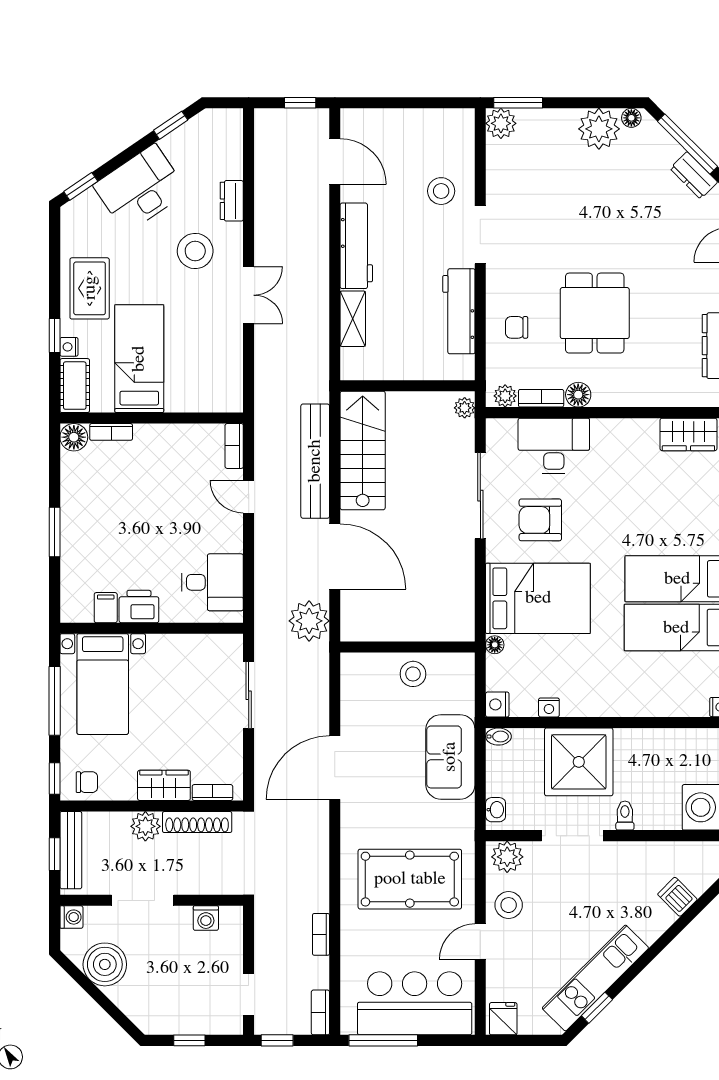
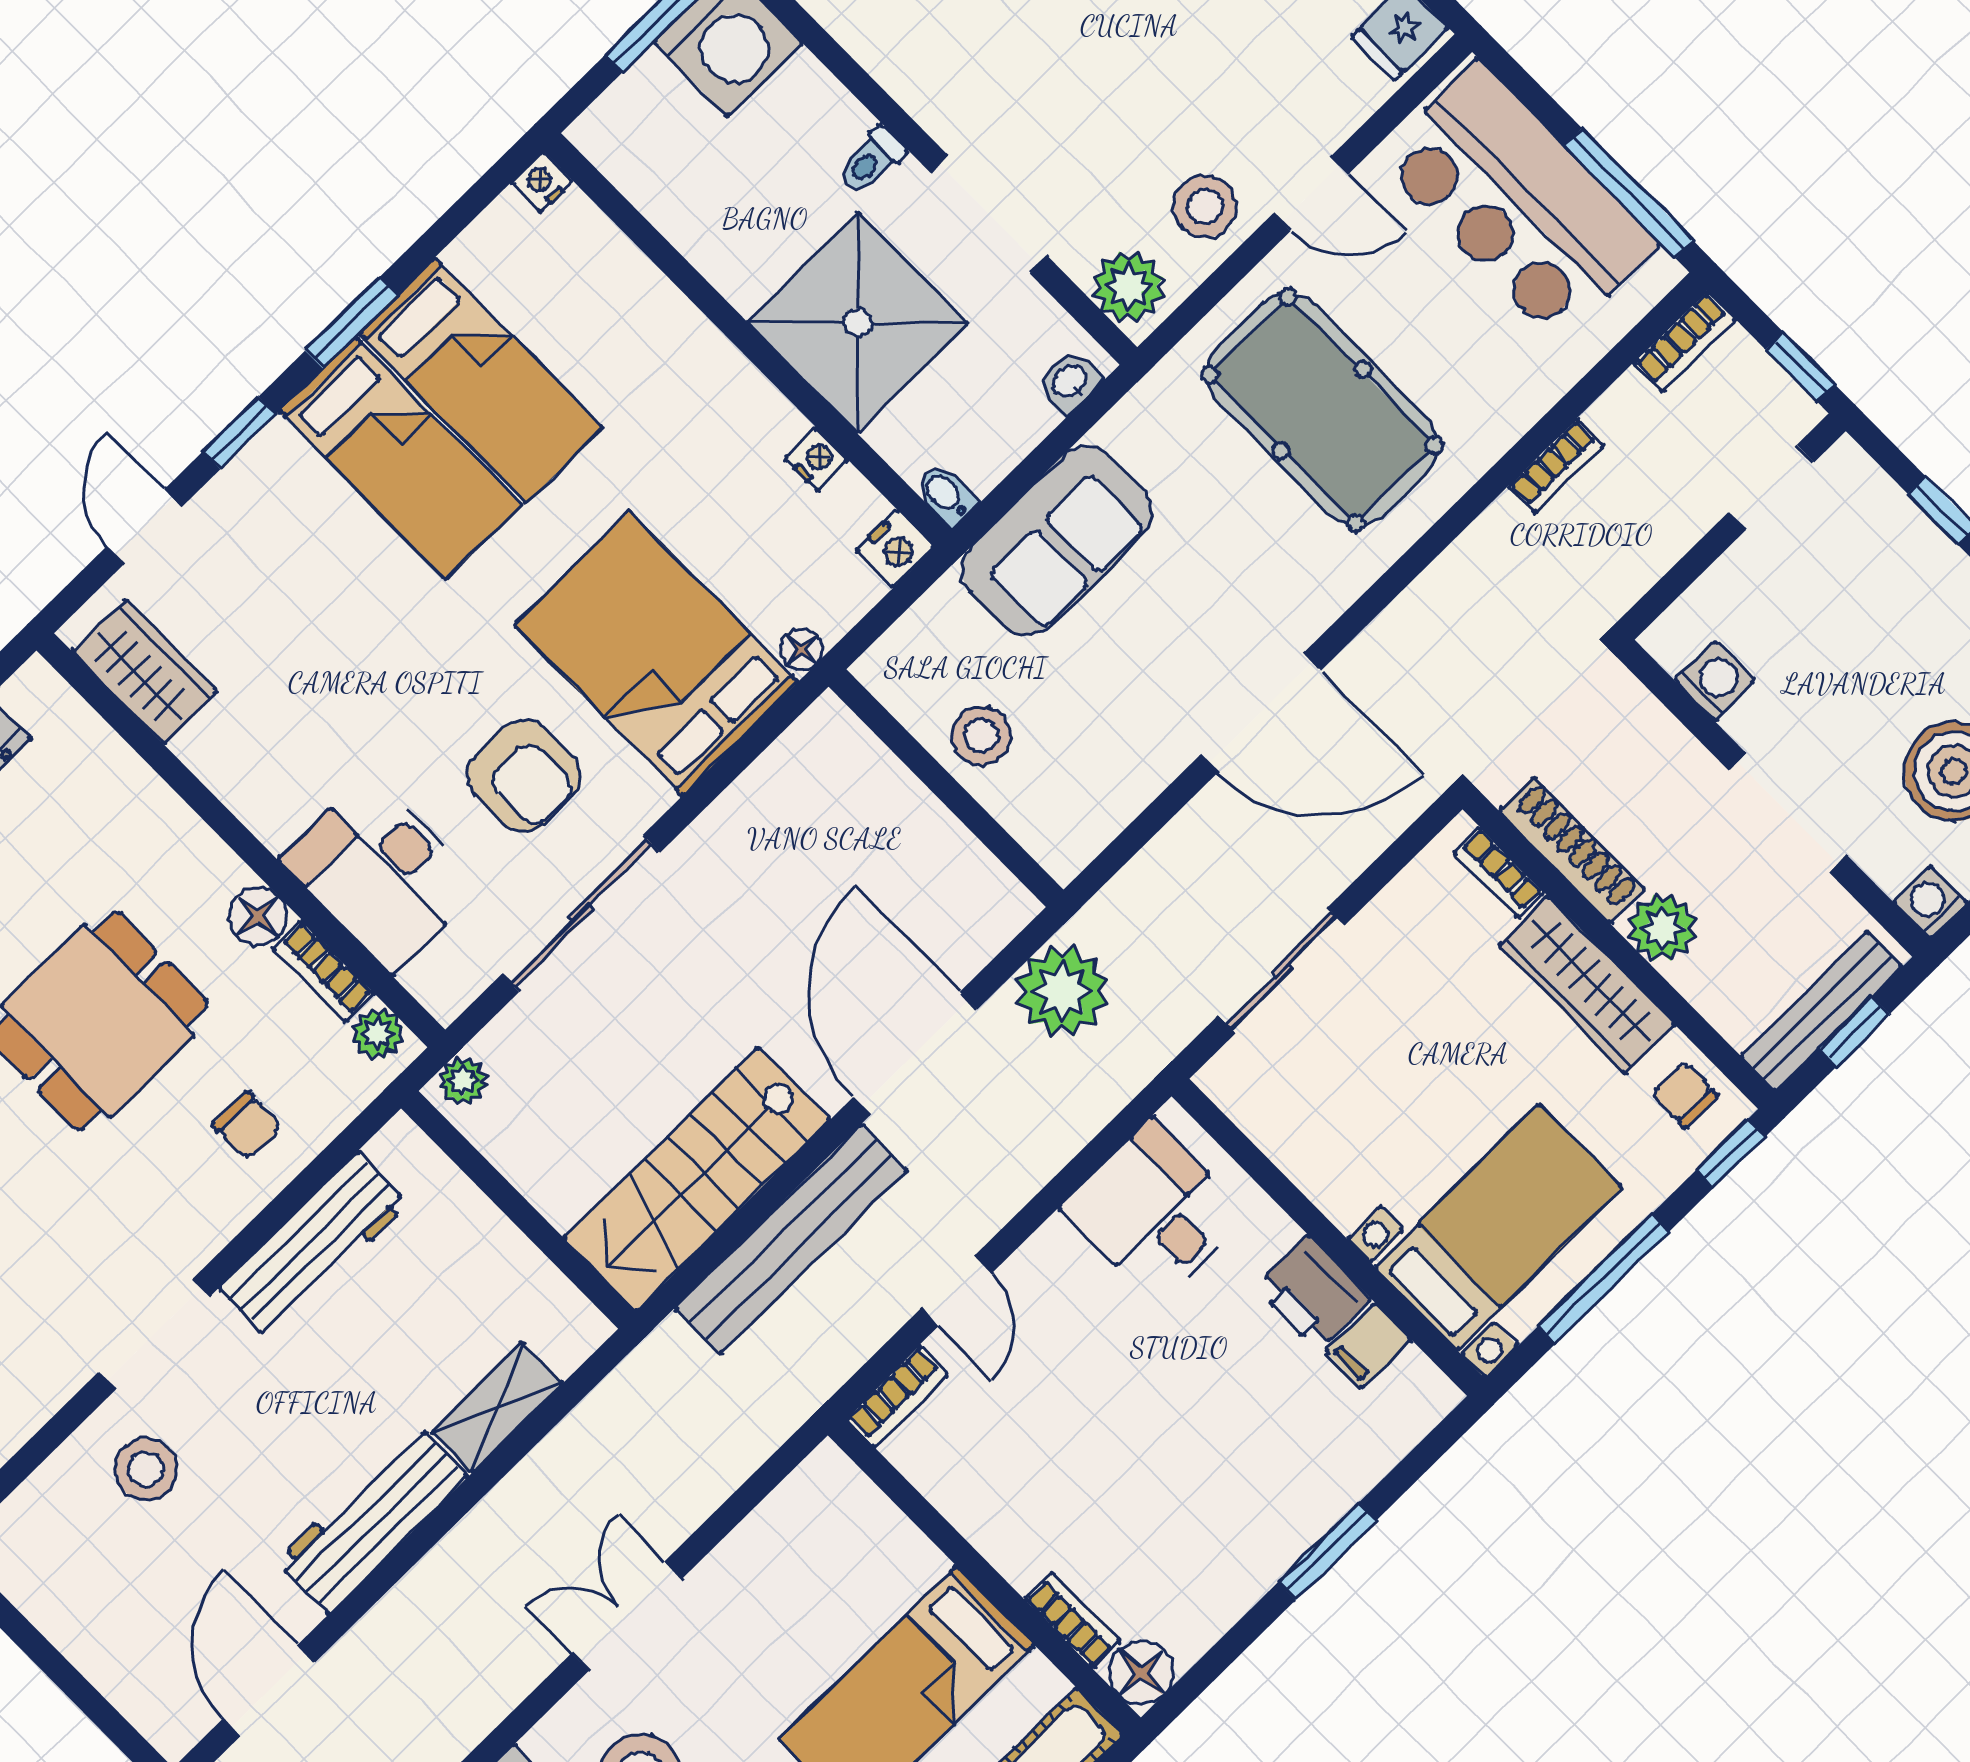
wardrobe: (164, 785) -> (1587, 985), width x1.50

